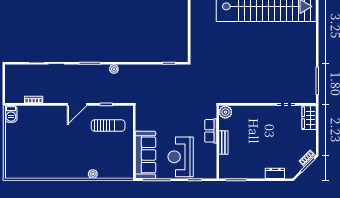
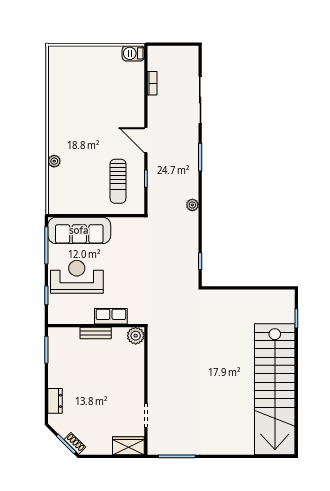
plant: (114, 69) -> (192, 205), moved

